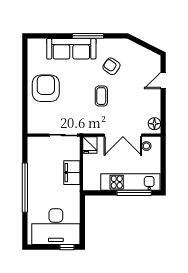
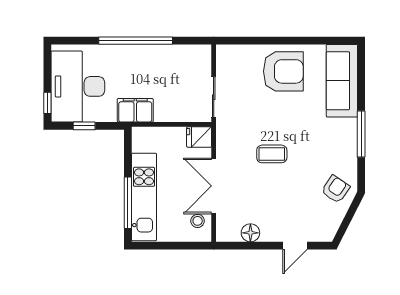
sofa: (71, 49) -> (342, 81), moved
armchair: (111, 66) -> (336, 189), moved
door: (163, 80) -> (295, 246), swing flipped
floor lamp: (154, 124) -> (250, 233), moved
filing cabinet: (72, 173) -> (135, 110), moved
window: (82, 222) -> (84, 126), added

